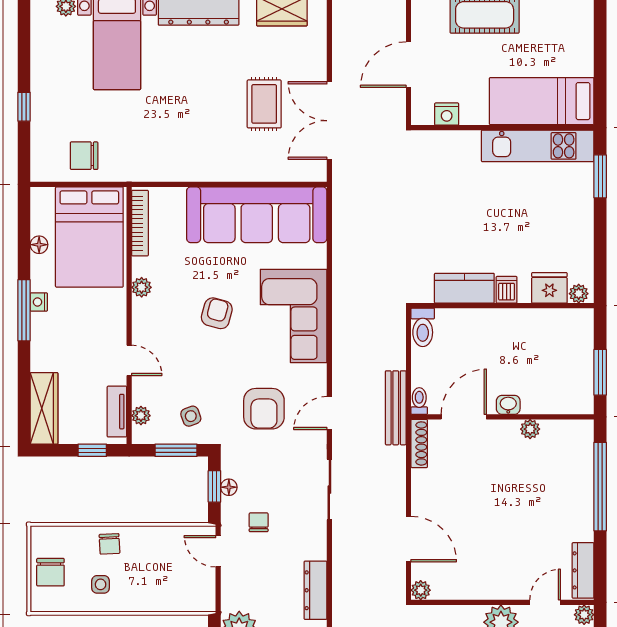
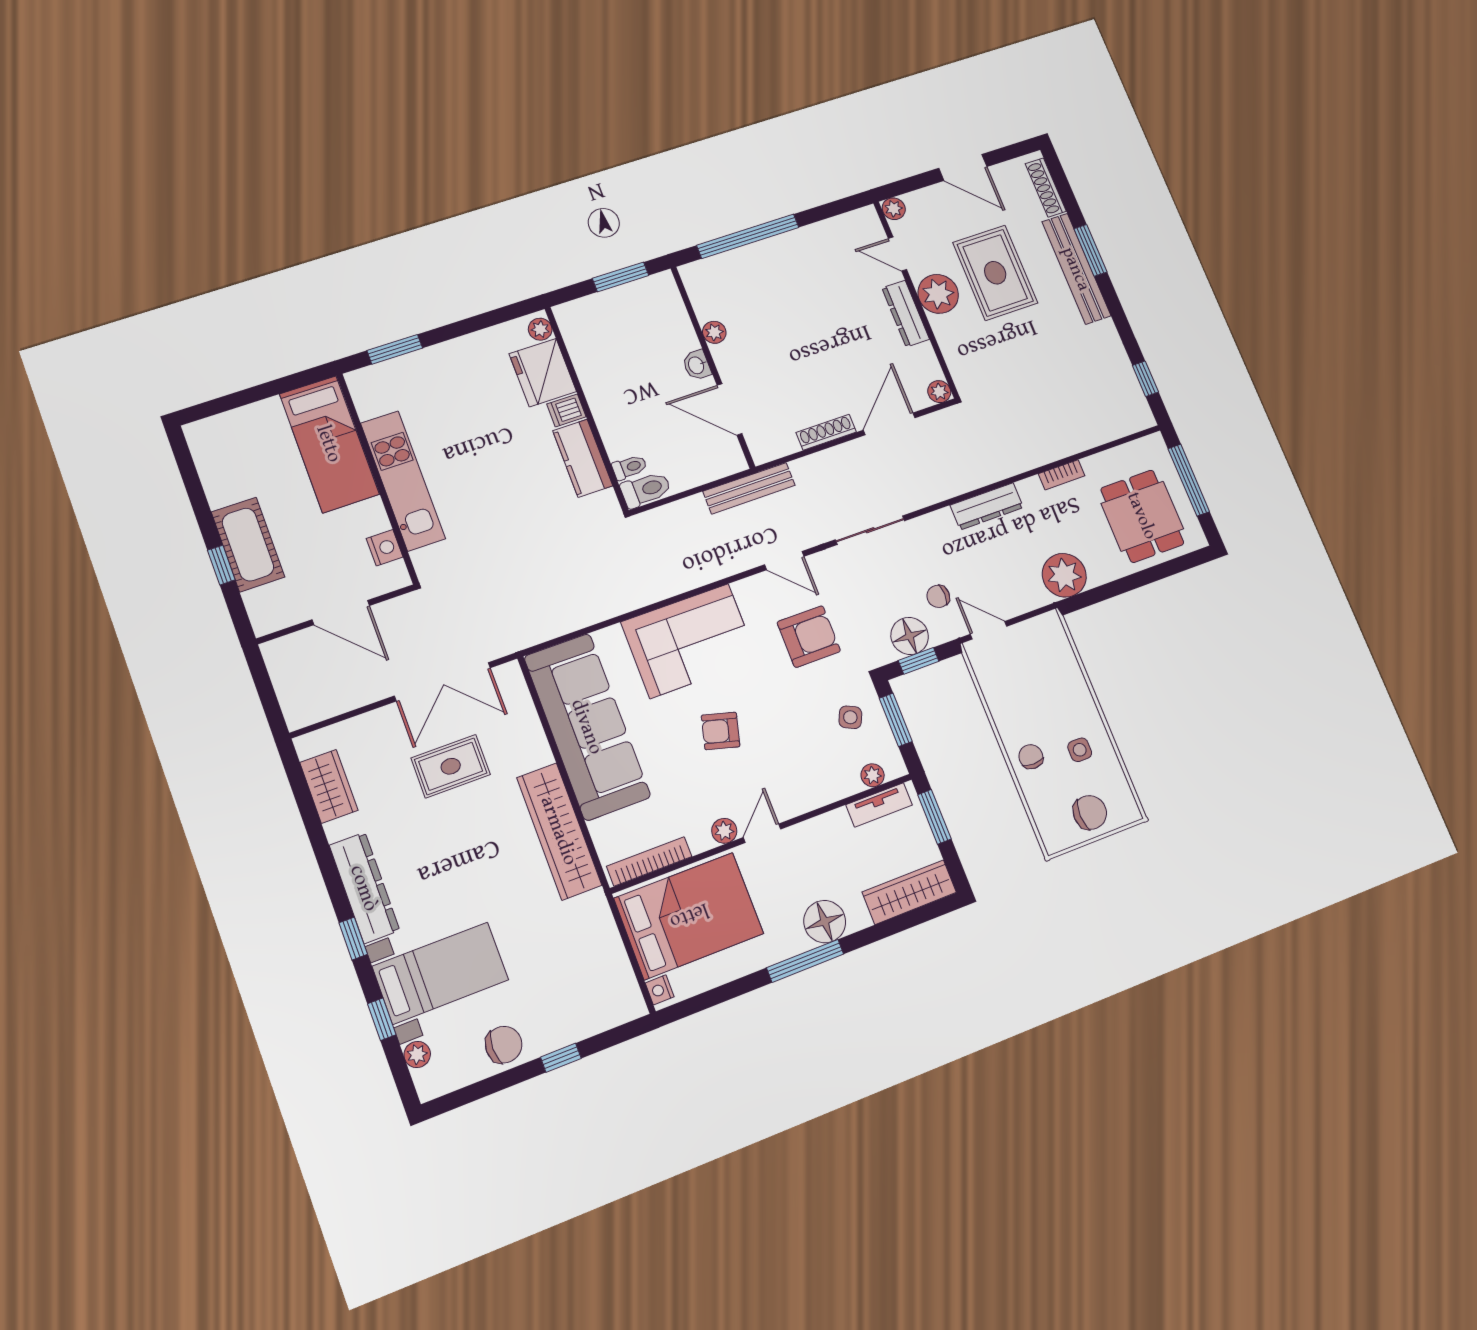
kitchen unit: (538, 146) -> (403, 481), moved
chair: (84, 156) -> (504, 1045), moved, turned -90
wardrobe: (187, 165) -> (559, 831), added
floor lamp: (39, 245) -> (825, 922), moved, width x1.89, depth x1.89
fridge: (549, 288) -> (543, 373), width x1.36, depth x1.34
nightstand: (39, 302) -> (660, 990), moved, turned 90
door: (129, 360) -> (762, 833), moved
toilet: (419, 401) -> (629, 467), moved, turned 180
side table: (191, 416) -> (850, 717), turned 45
shoe rack: (419, 443) -> (826, 432), moved
window: (92, 450) -> (934, 817), width x1.50
floor lamp: (229, 487) -> (910, 636), width x1.89, depth x1.89
chair: (109, 544) -> (1031, 757), turned -87
door: (218, 551) -> (989, 630), swing flipped
dresser: (583, 570) -> (906, 314), moved, turned 90

